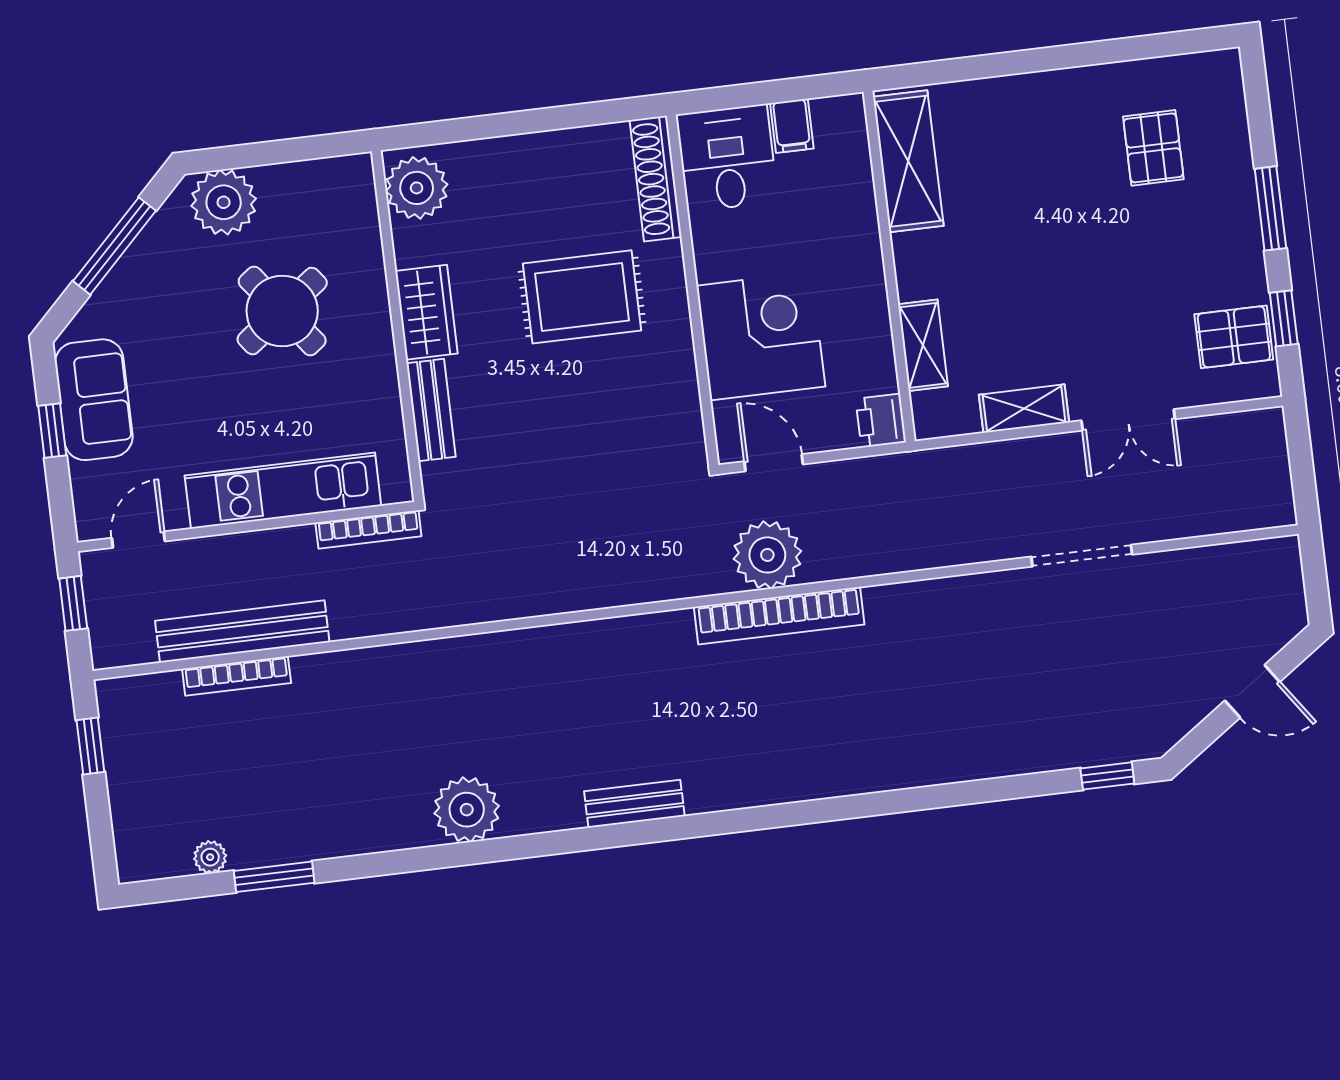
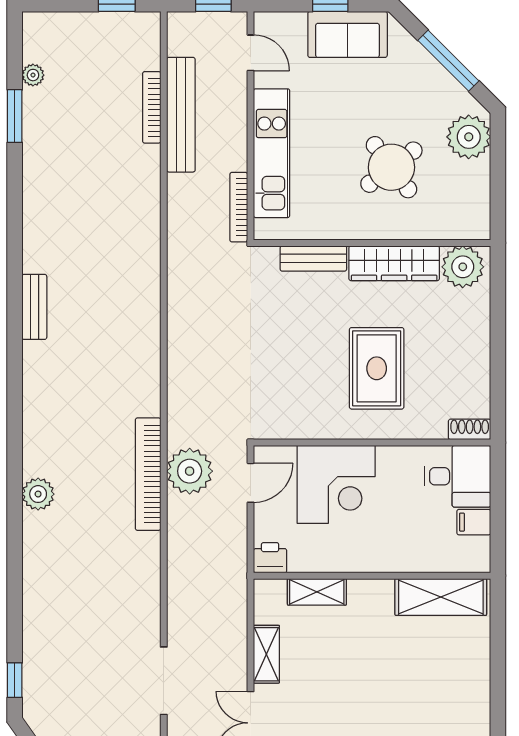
shoe rack: (656, 179) -> (470, 429), width x0.51, depth x0.81
wardrobe: (426, 312) -> (394, 263), width x1.50
bench: (634, 804) -> (34, 307), moved
plant: (467, 810) -> (38, 494), moved, width x0.73, depth x0.73

